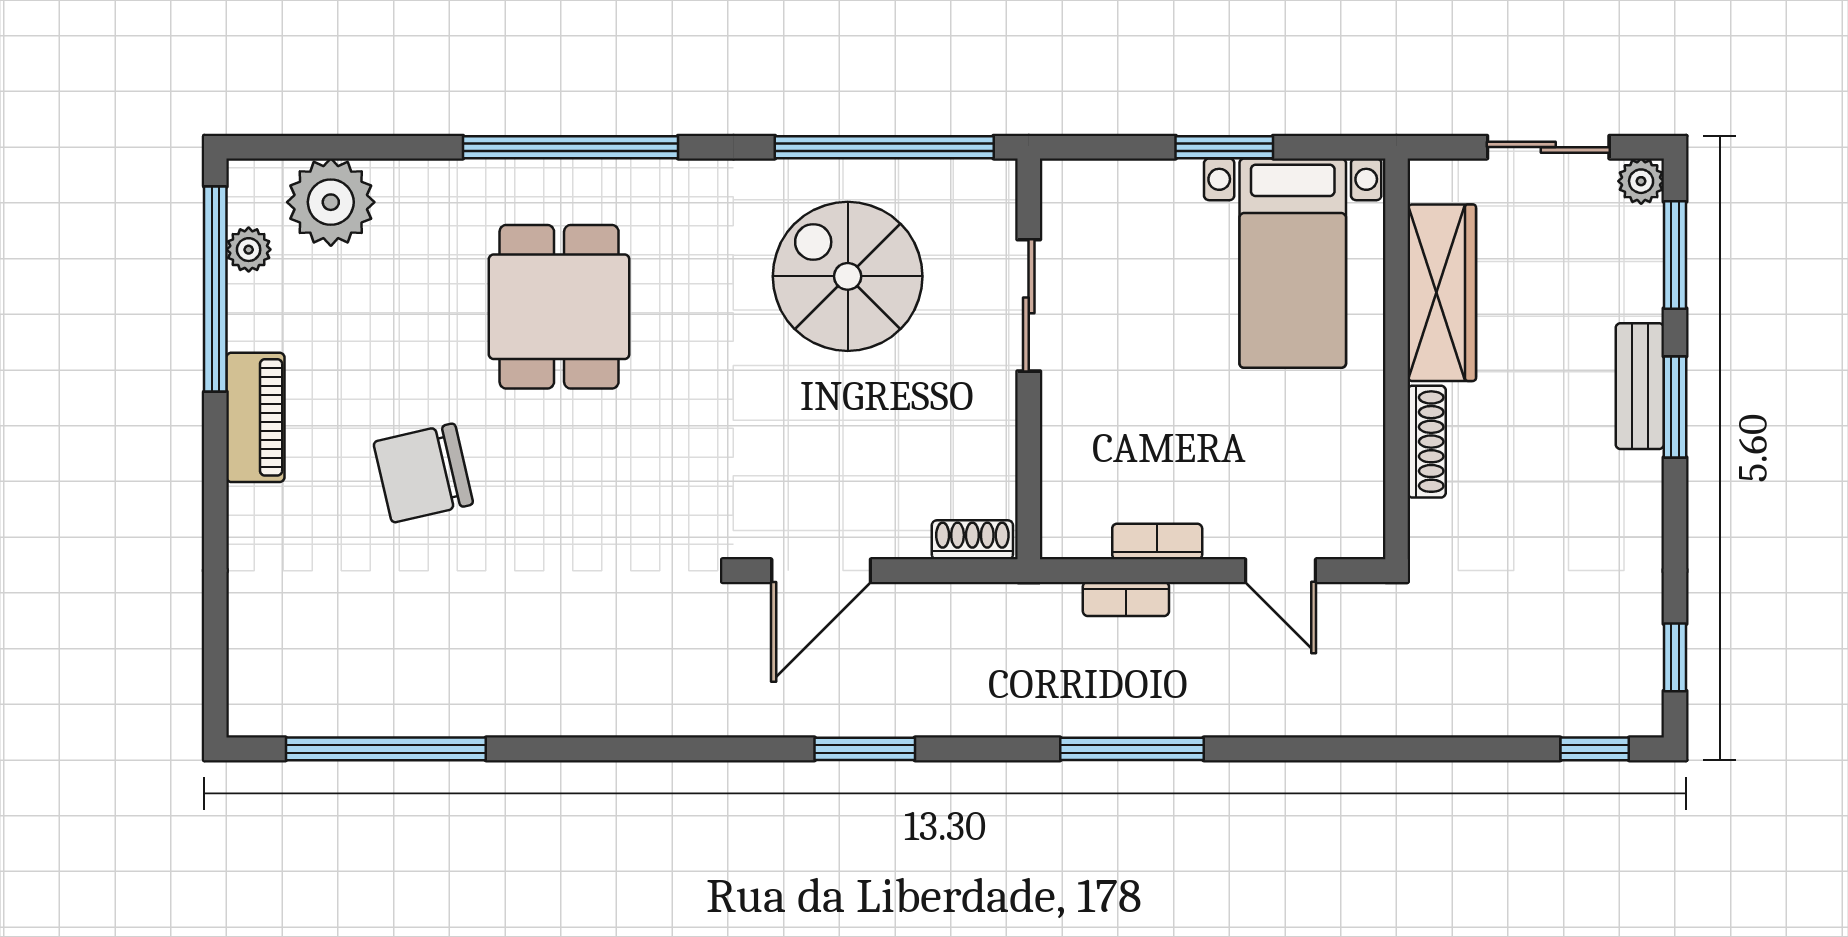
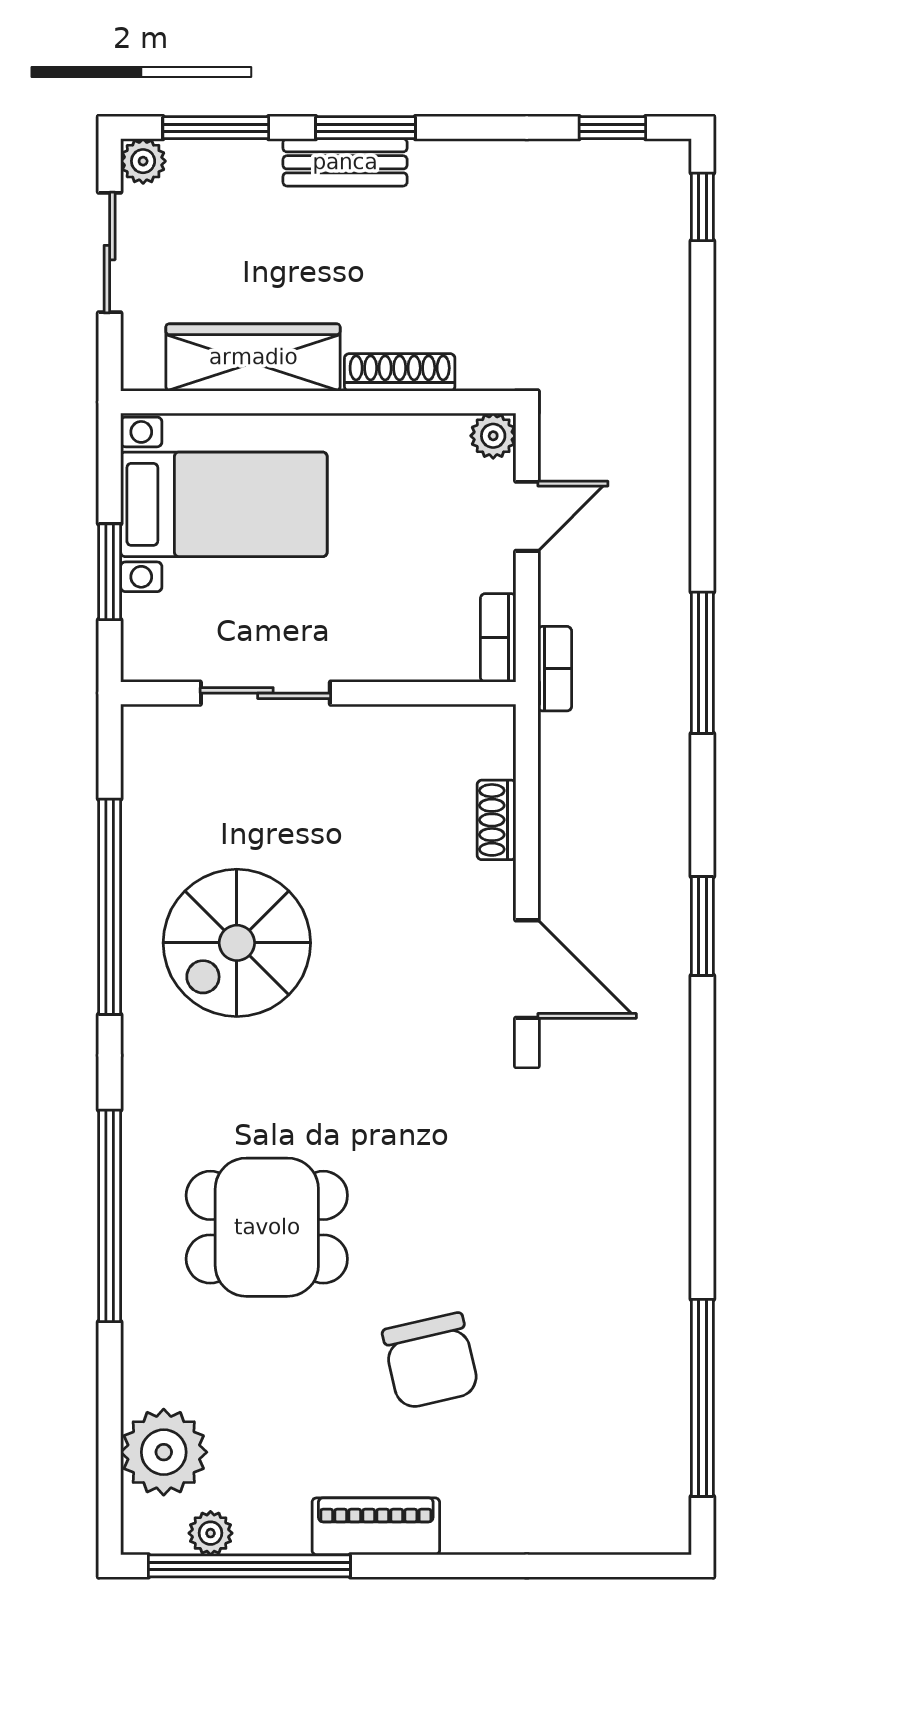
sliding door: (1029, 305) -> (265, 693), moved
wall: (1029, 359) -> (318, 693), moved
plant: (1362, 536) -> (493, 436), added

